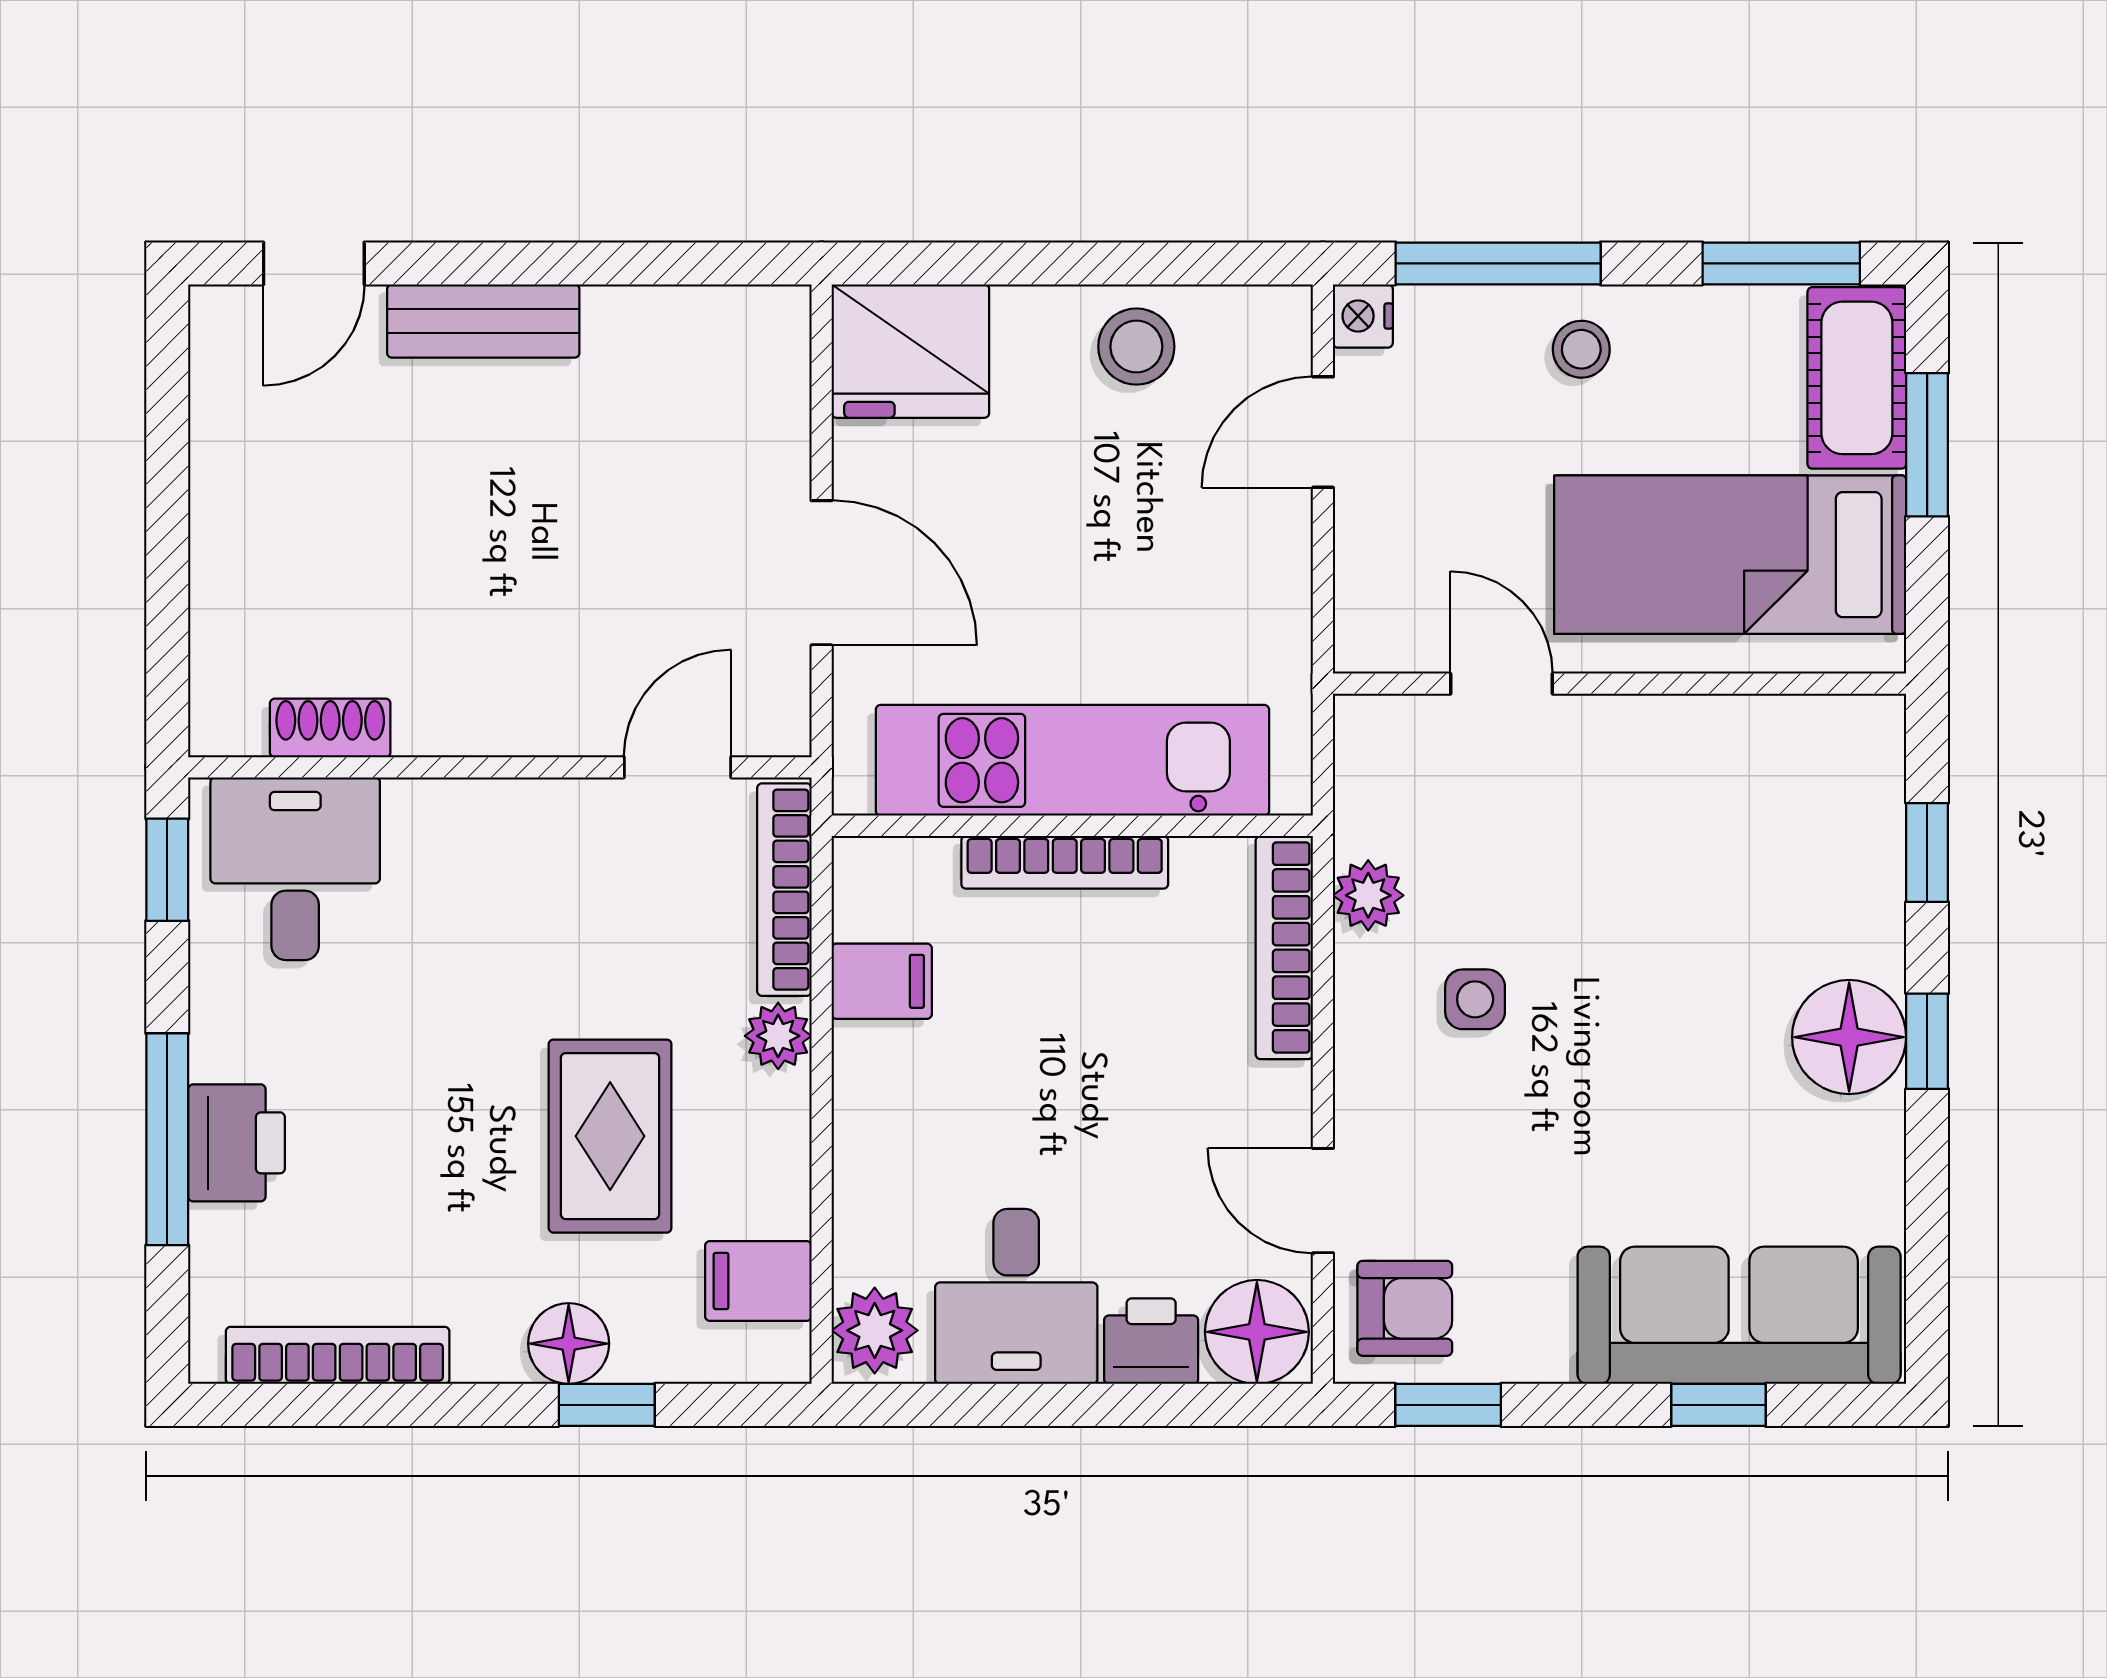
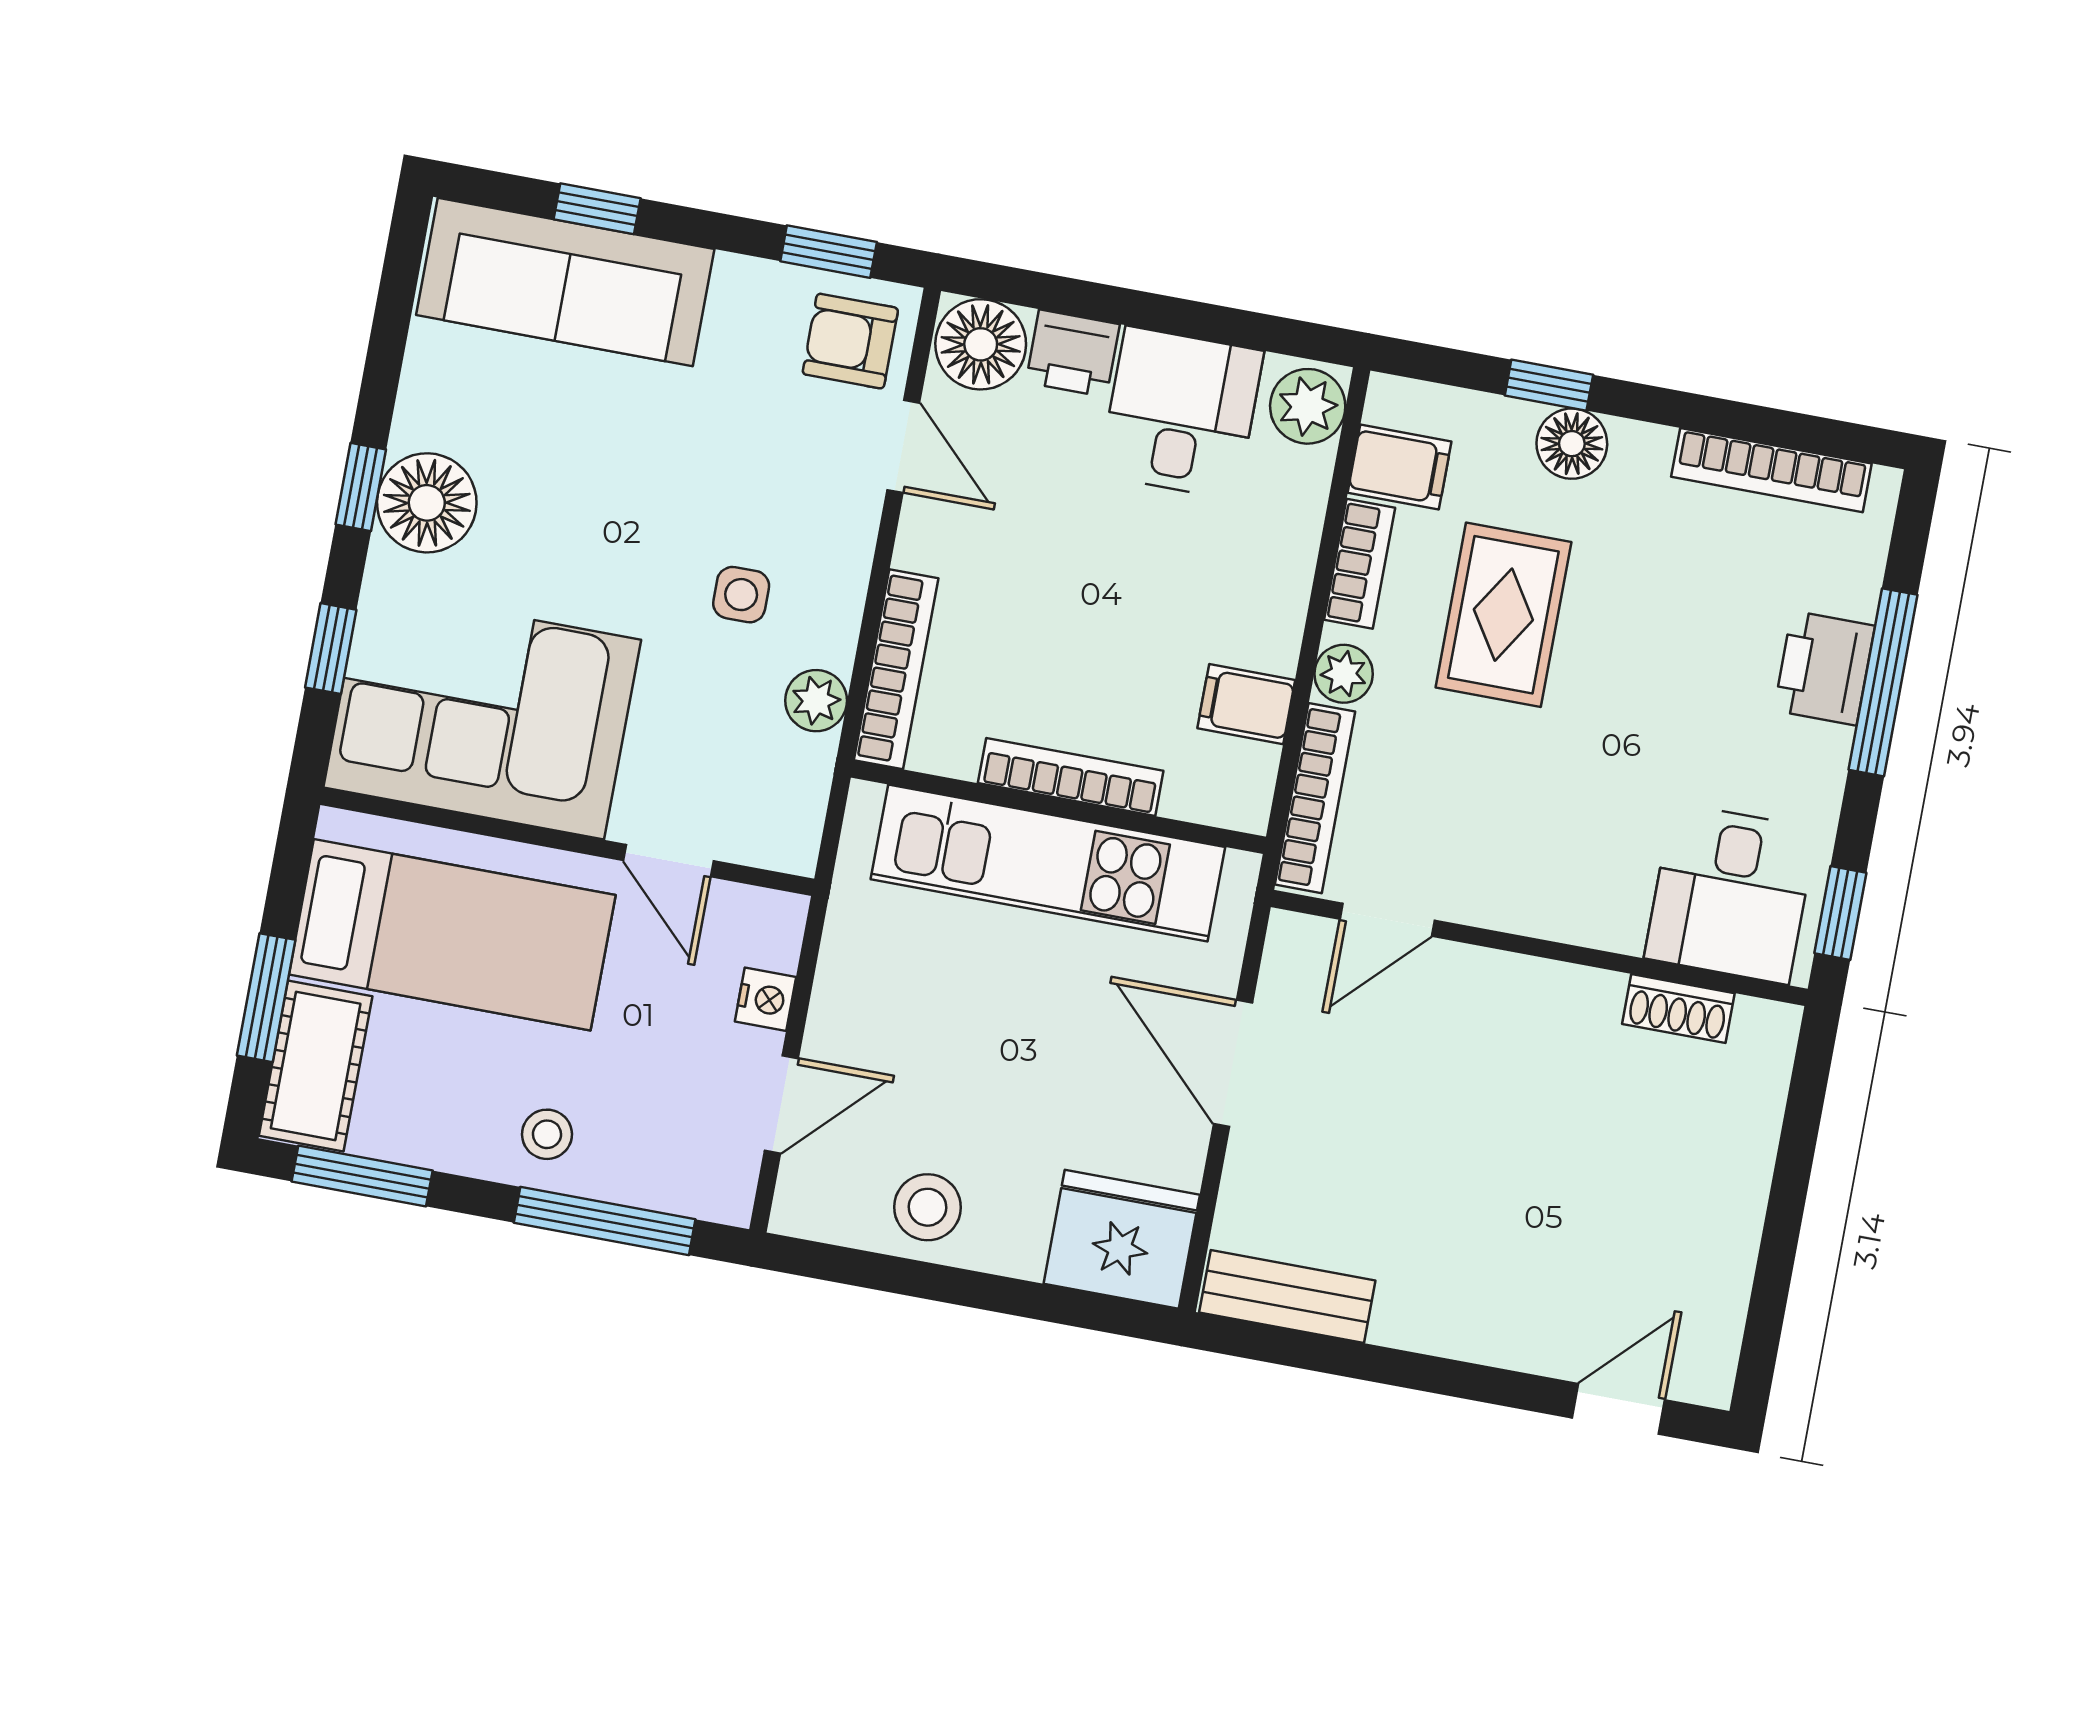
nightstand: (1363, 316) -> (765, 999), moved
bench: (483, 321) -> (1287, 1296), moved
corner sofa: (1742, 811) -> (482, 714), added
bookcase: (783, 1164) -> (1360, 564), added

